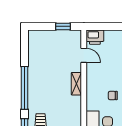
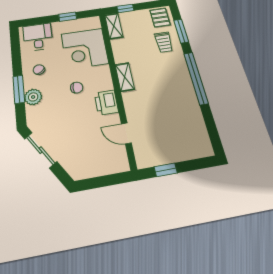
printer: (95, 37) -> (106, 103), moved, turned -90
shelving: (76, 84) -> (125, 77), moved

